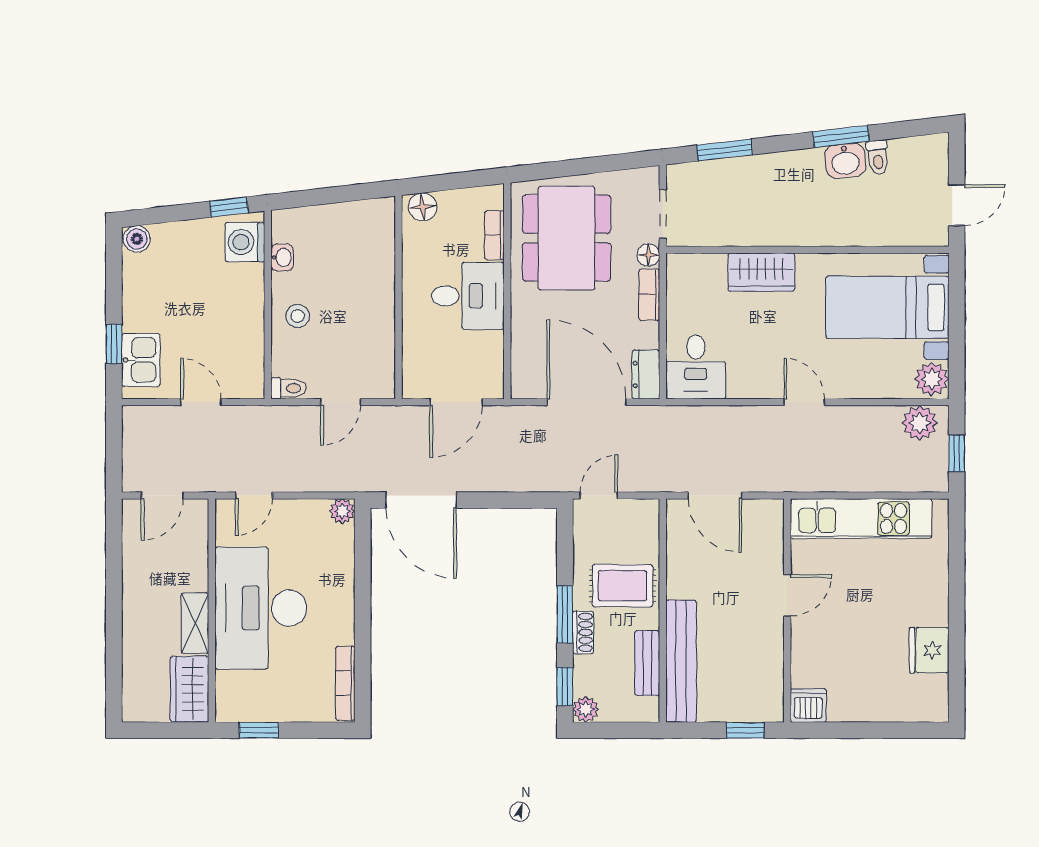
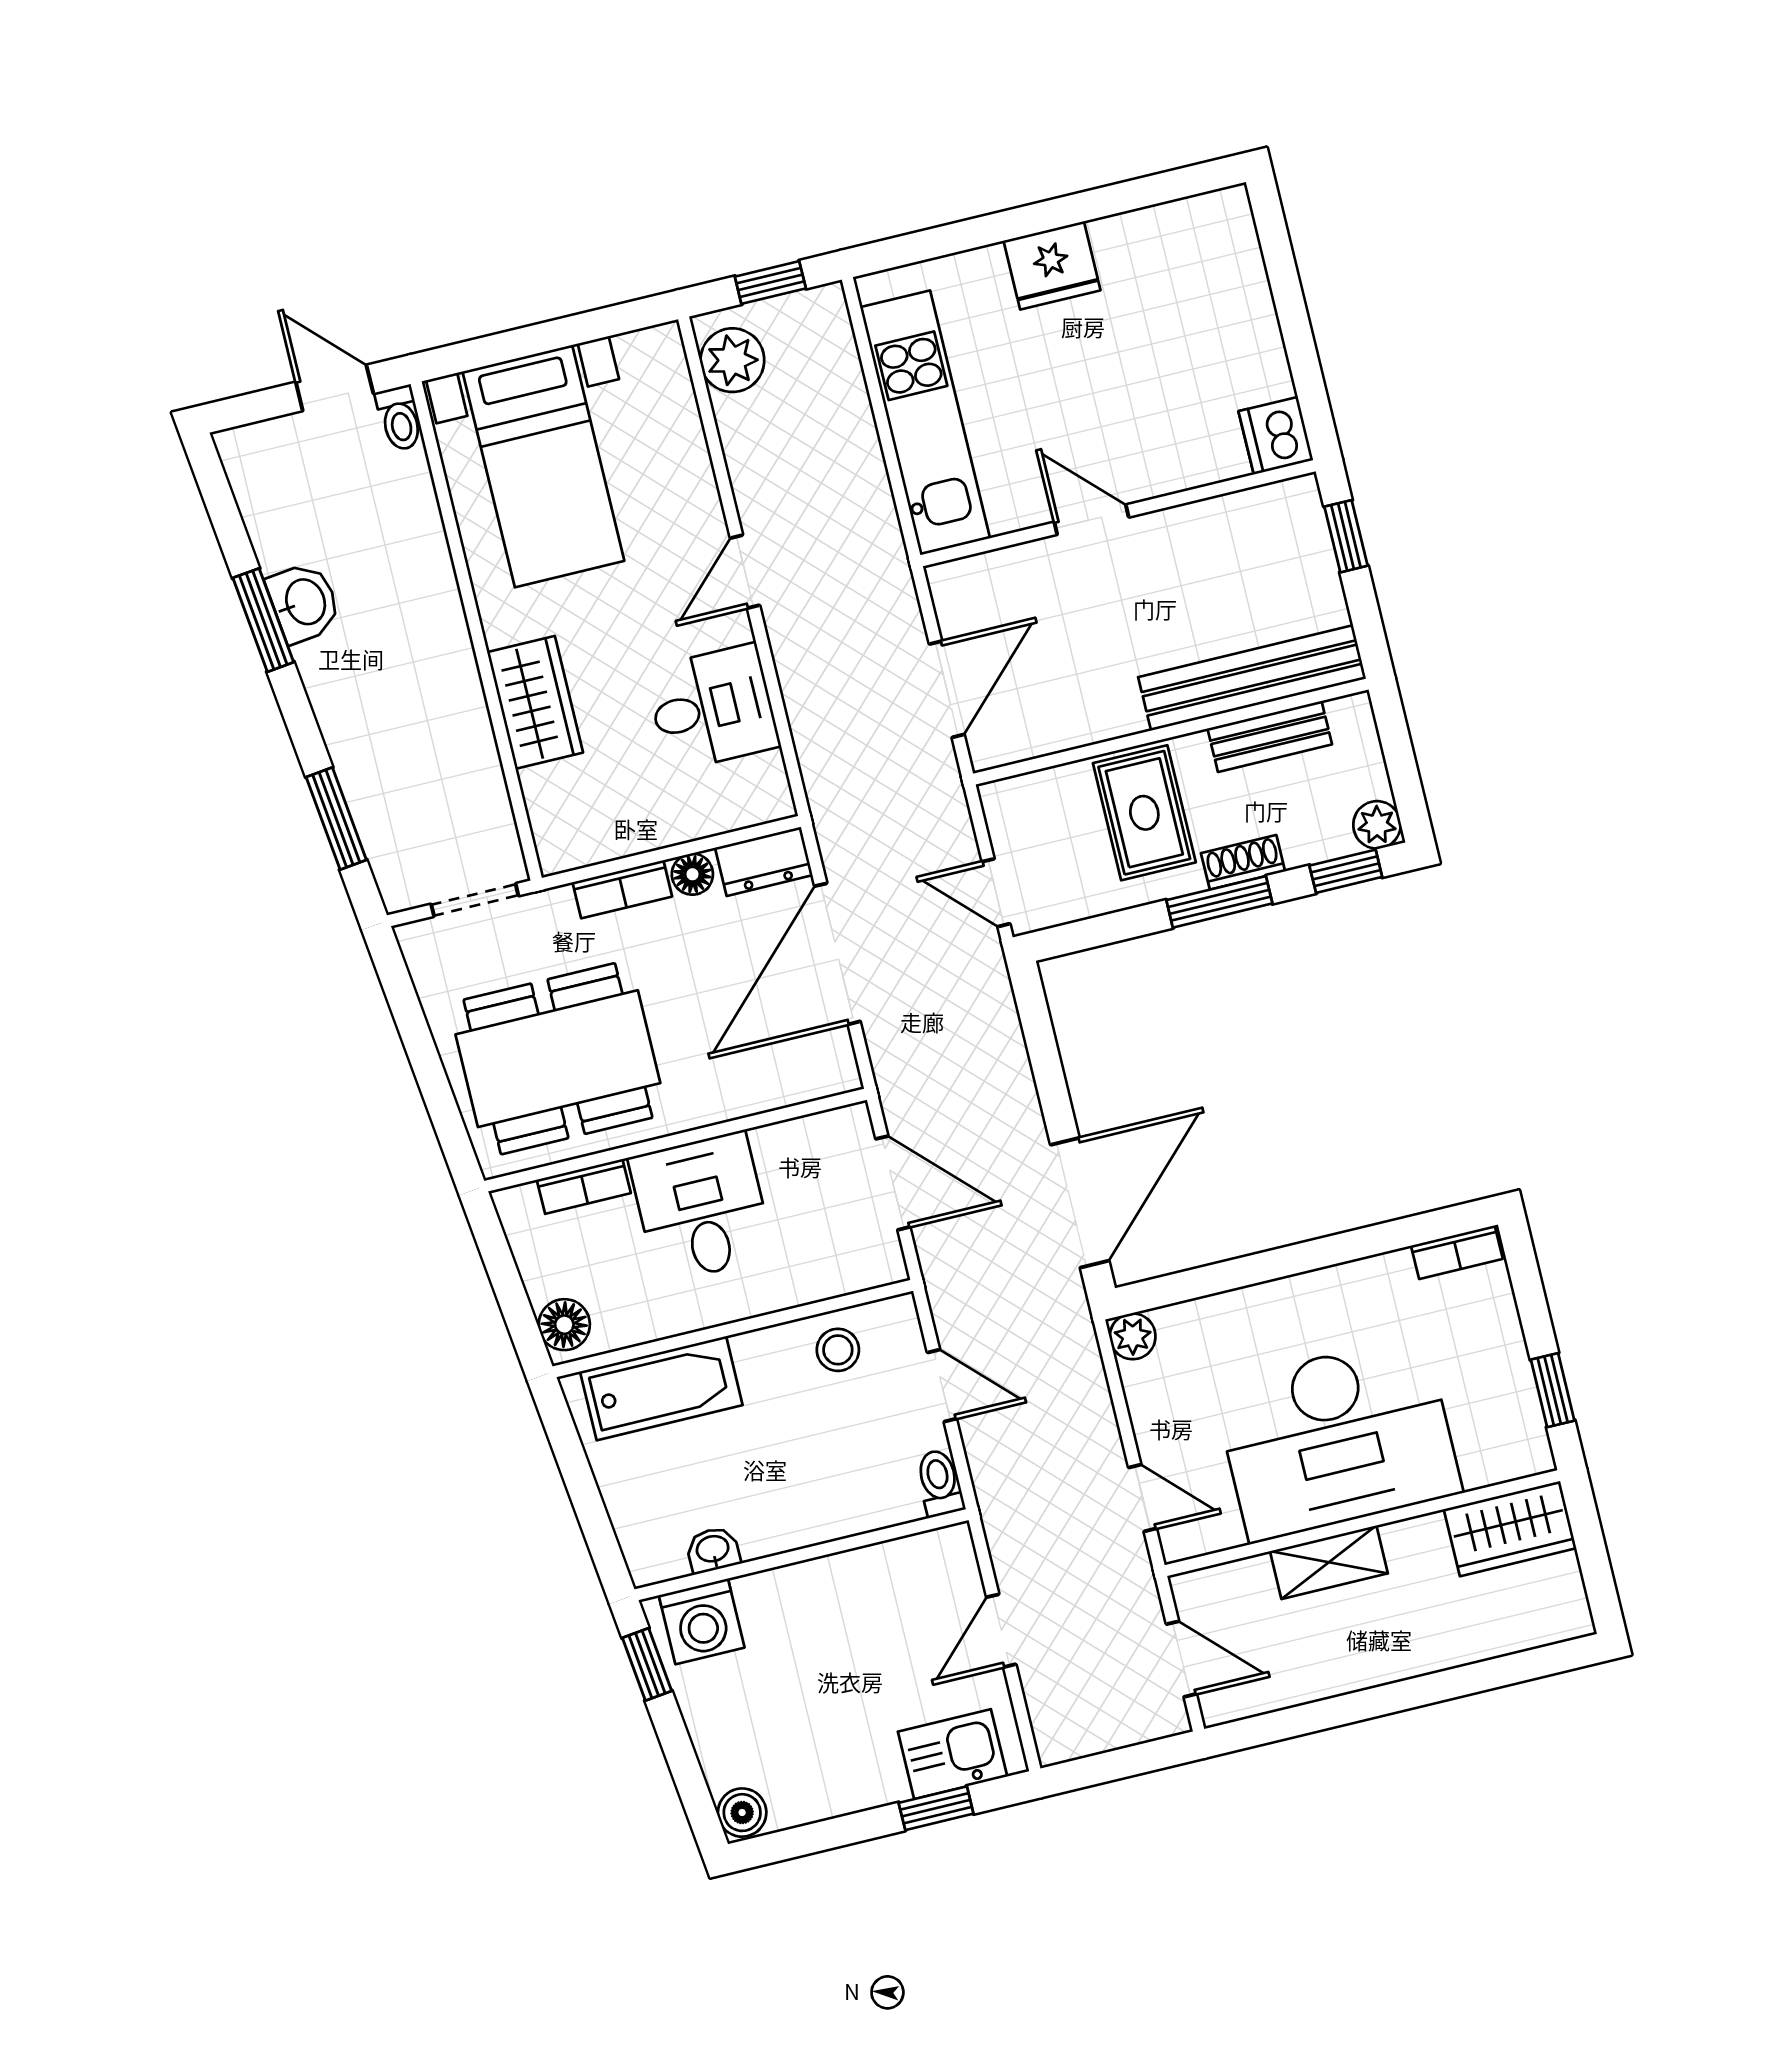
toilet: (878, 157) -> (400, 418), moved, turned 97
bathtub: (376, 251) -> (661, 1388), added
floor lamp: (648, 255) -> (692, 874), moved
stool: (298, 316) -> (838, 1350), moved
desk: (696, 367) -> (712, 708), moved
plant: (932, 379) -> (650, 358), removed
shelving: (195, 623) -> (1329, 1562), moved
fridge: (929, 650) -> (1052, 265), moved
bookcase: (345, 683) -> (1457, 1252), width x0.64

